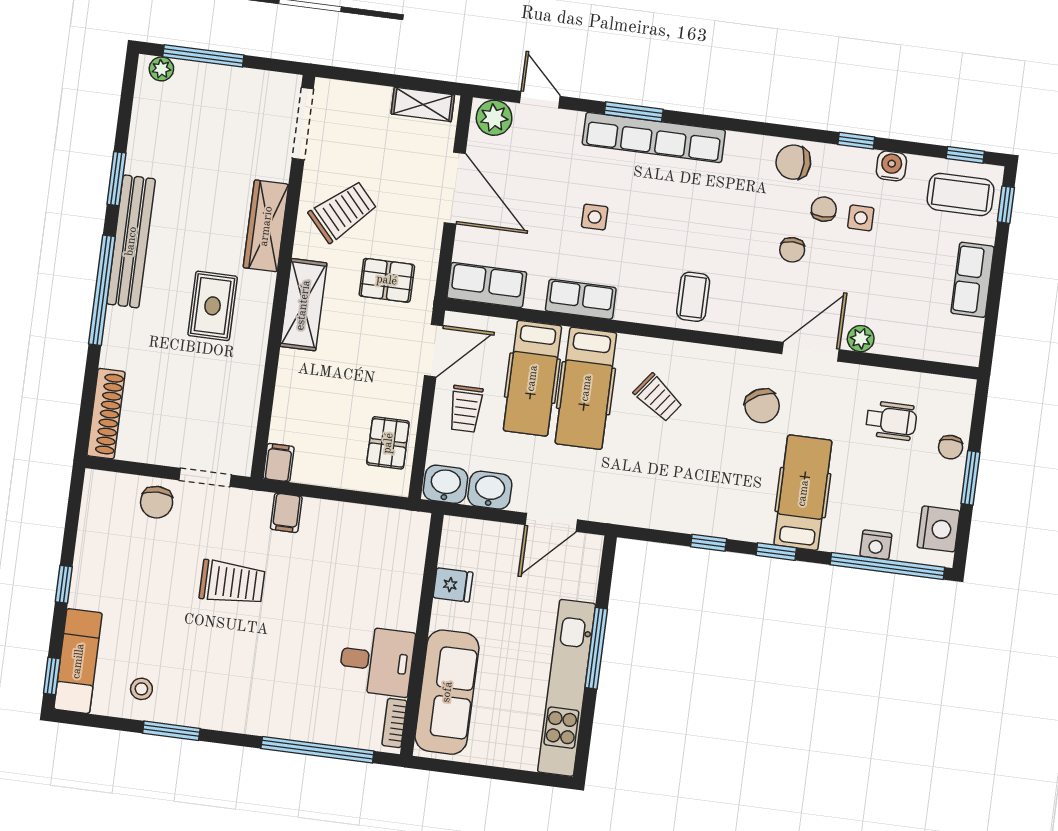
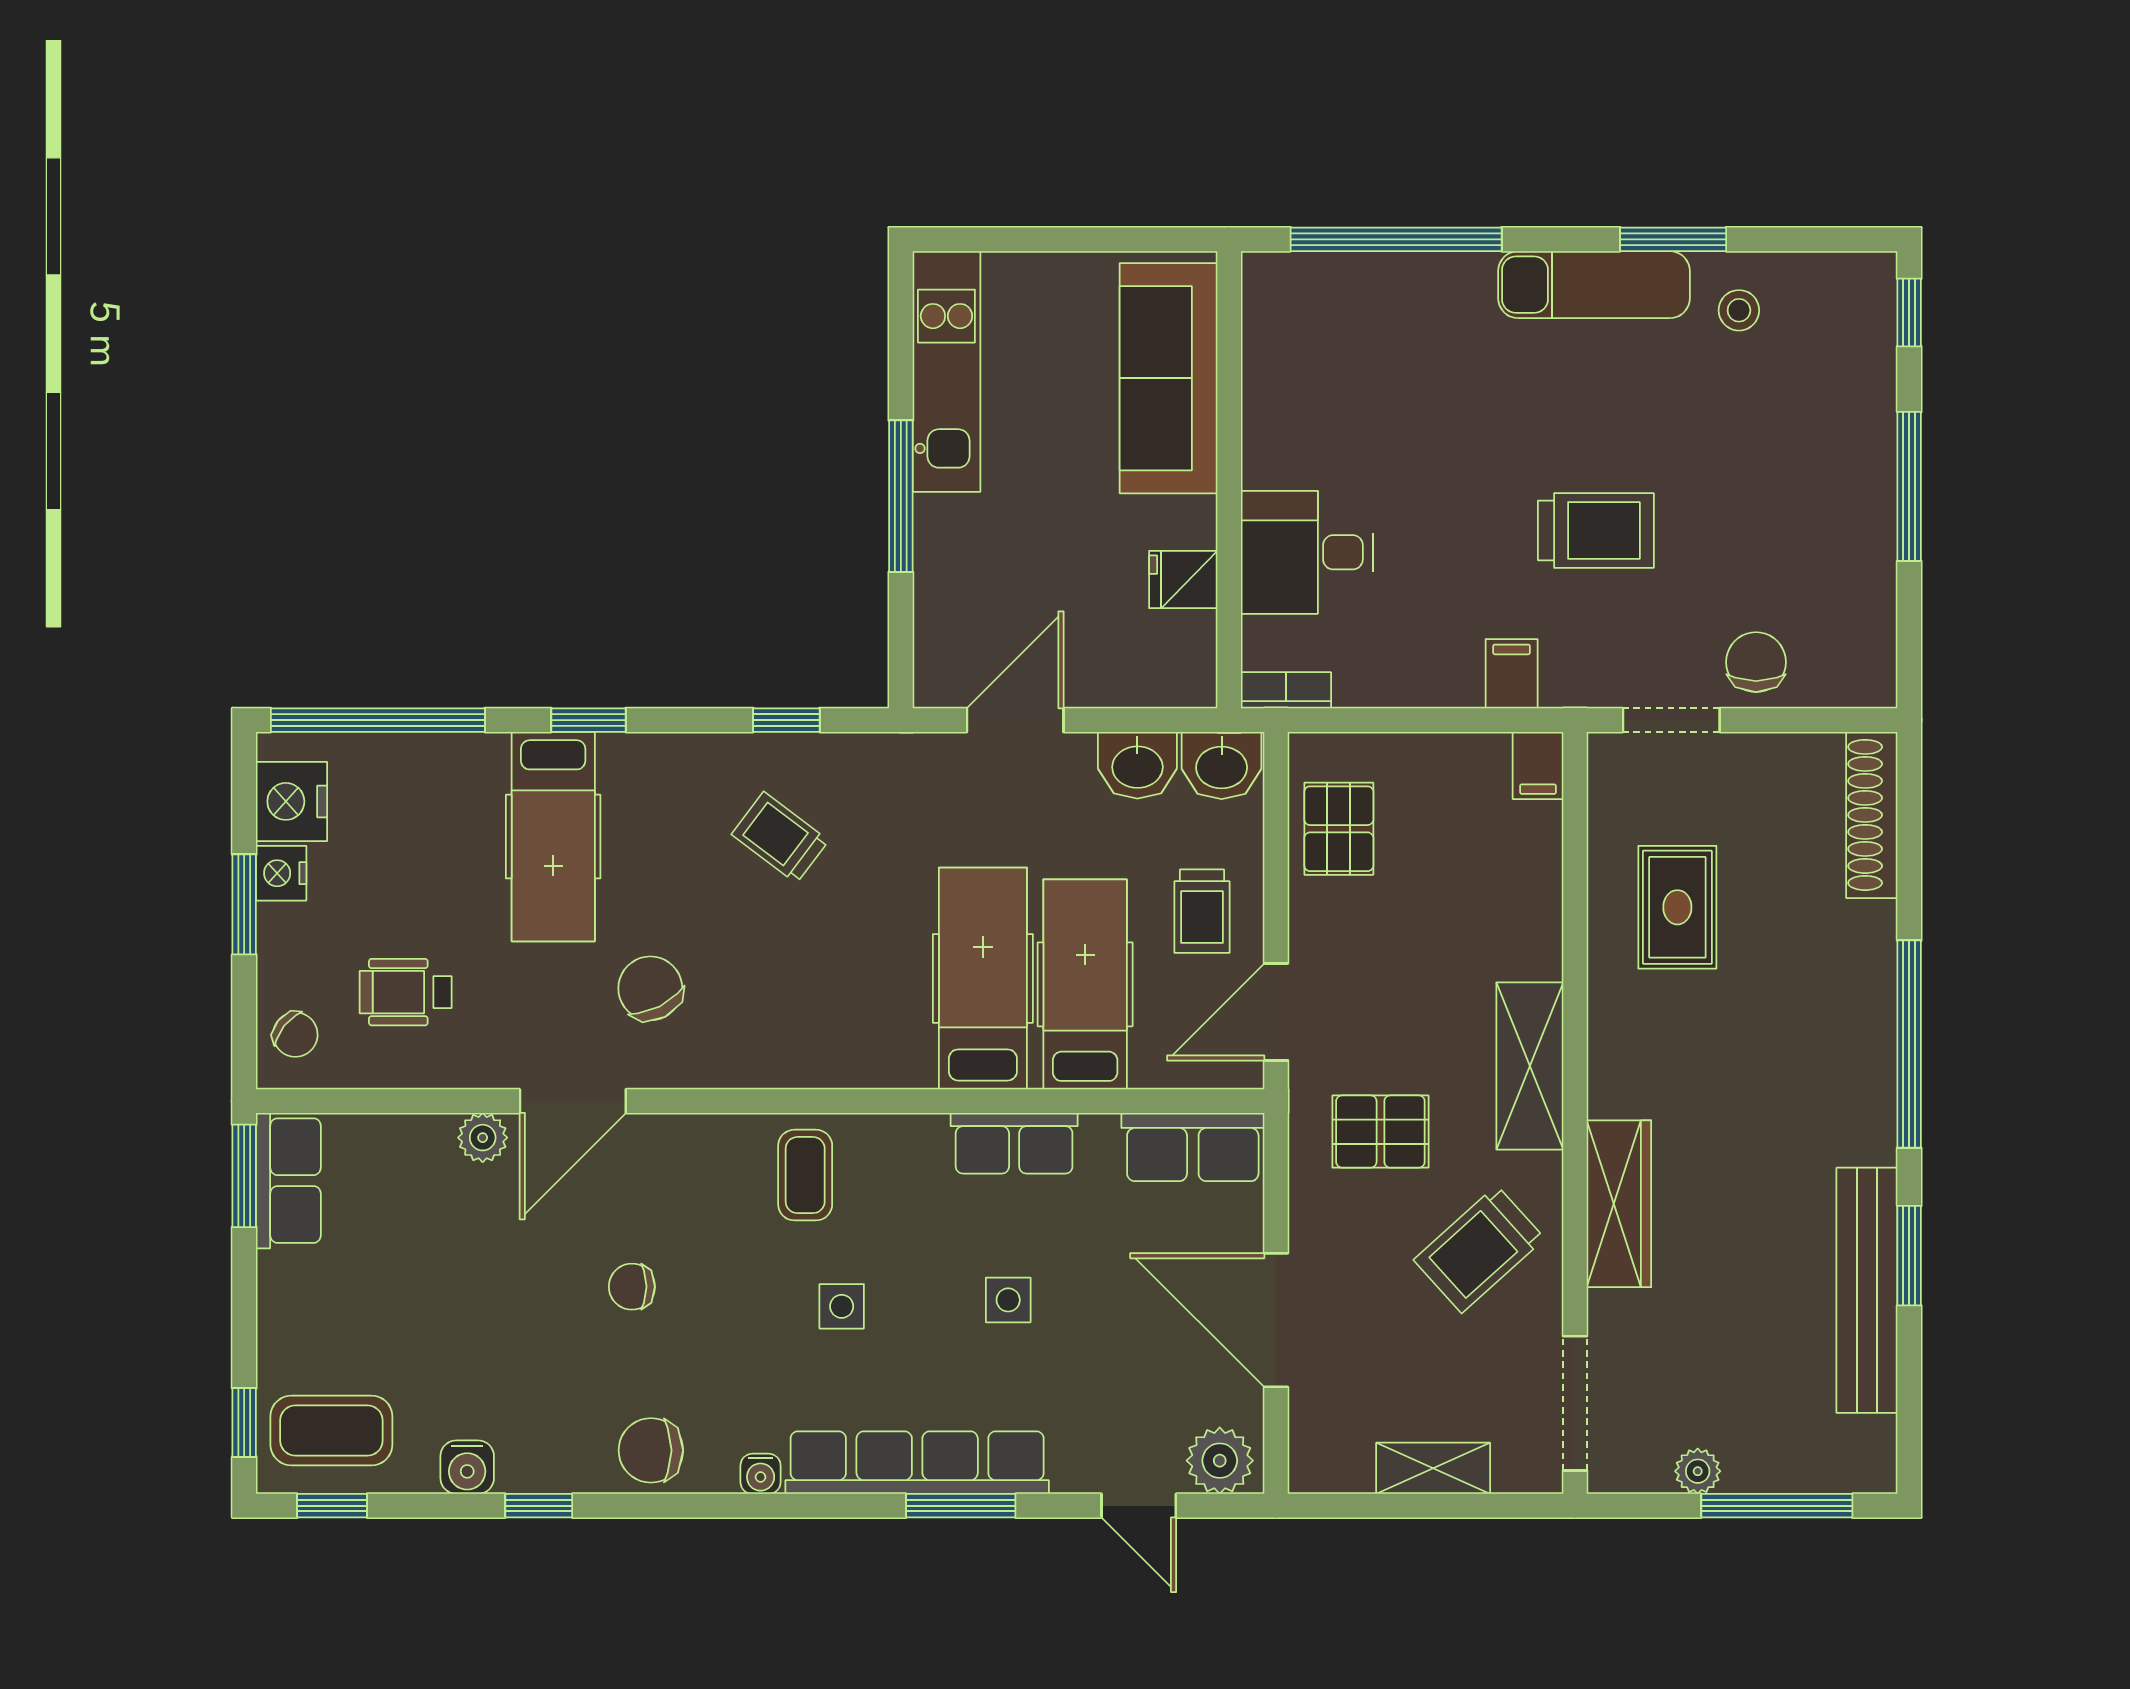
plant: (161, 69) -> (1698, 1471), moved
shelving: (423, 104) -> (1433, 1468), moved
water cooler: (737, 142) -> (761, 1474), added
chair: (793, 162) -> (651, 1450), turned 180
chair: (824, 209) -> (583, 1370), removed
side table: (861, 218) -> (842, 1306), moved
bench: (131, 241) -> (1867, 1290), moved
chair: (792, 250) -> (632, 1287), turned -90
row of seats: (972, 280) -> (288, 1181), moved
rug: (213, 306) -> (1677, 907), moved
window: (989, 335) -> (244, 1176), added
trolley: (658, 398) -> (780, 837), moved
trolley: (466, 409) -> (1202, 911), turned 180
chair: (951, 447) -> (295, 1035), moved, turned 129
window: (709, 543) -> (786, 720), moved
nightstand: (876, 545) -> (281, 873), moved, turned -90
trolley: (232, 583) -> (1596, 530), turned 180
window: (64, 584) -> (1909, 486), width x2.17
exam couch: (78, 661) -> (1594, 285), moved, turned -90
desk: (377, 661) -> (1307, 552), moved
kitchen unit: (567, 688) -> (946, 371), width x0.73
bookcase: (394, 723) -> (1286, 690), moved, turned -90

